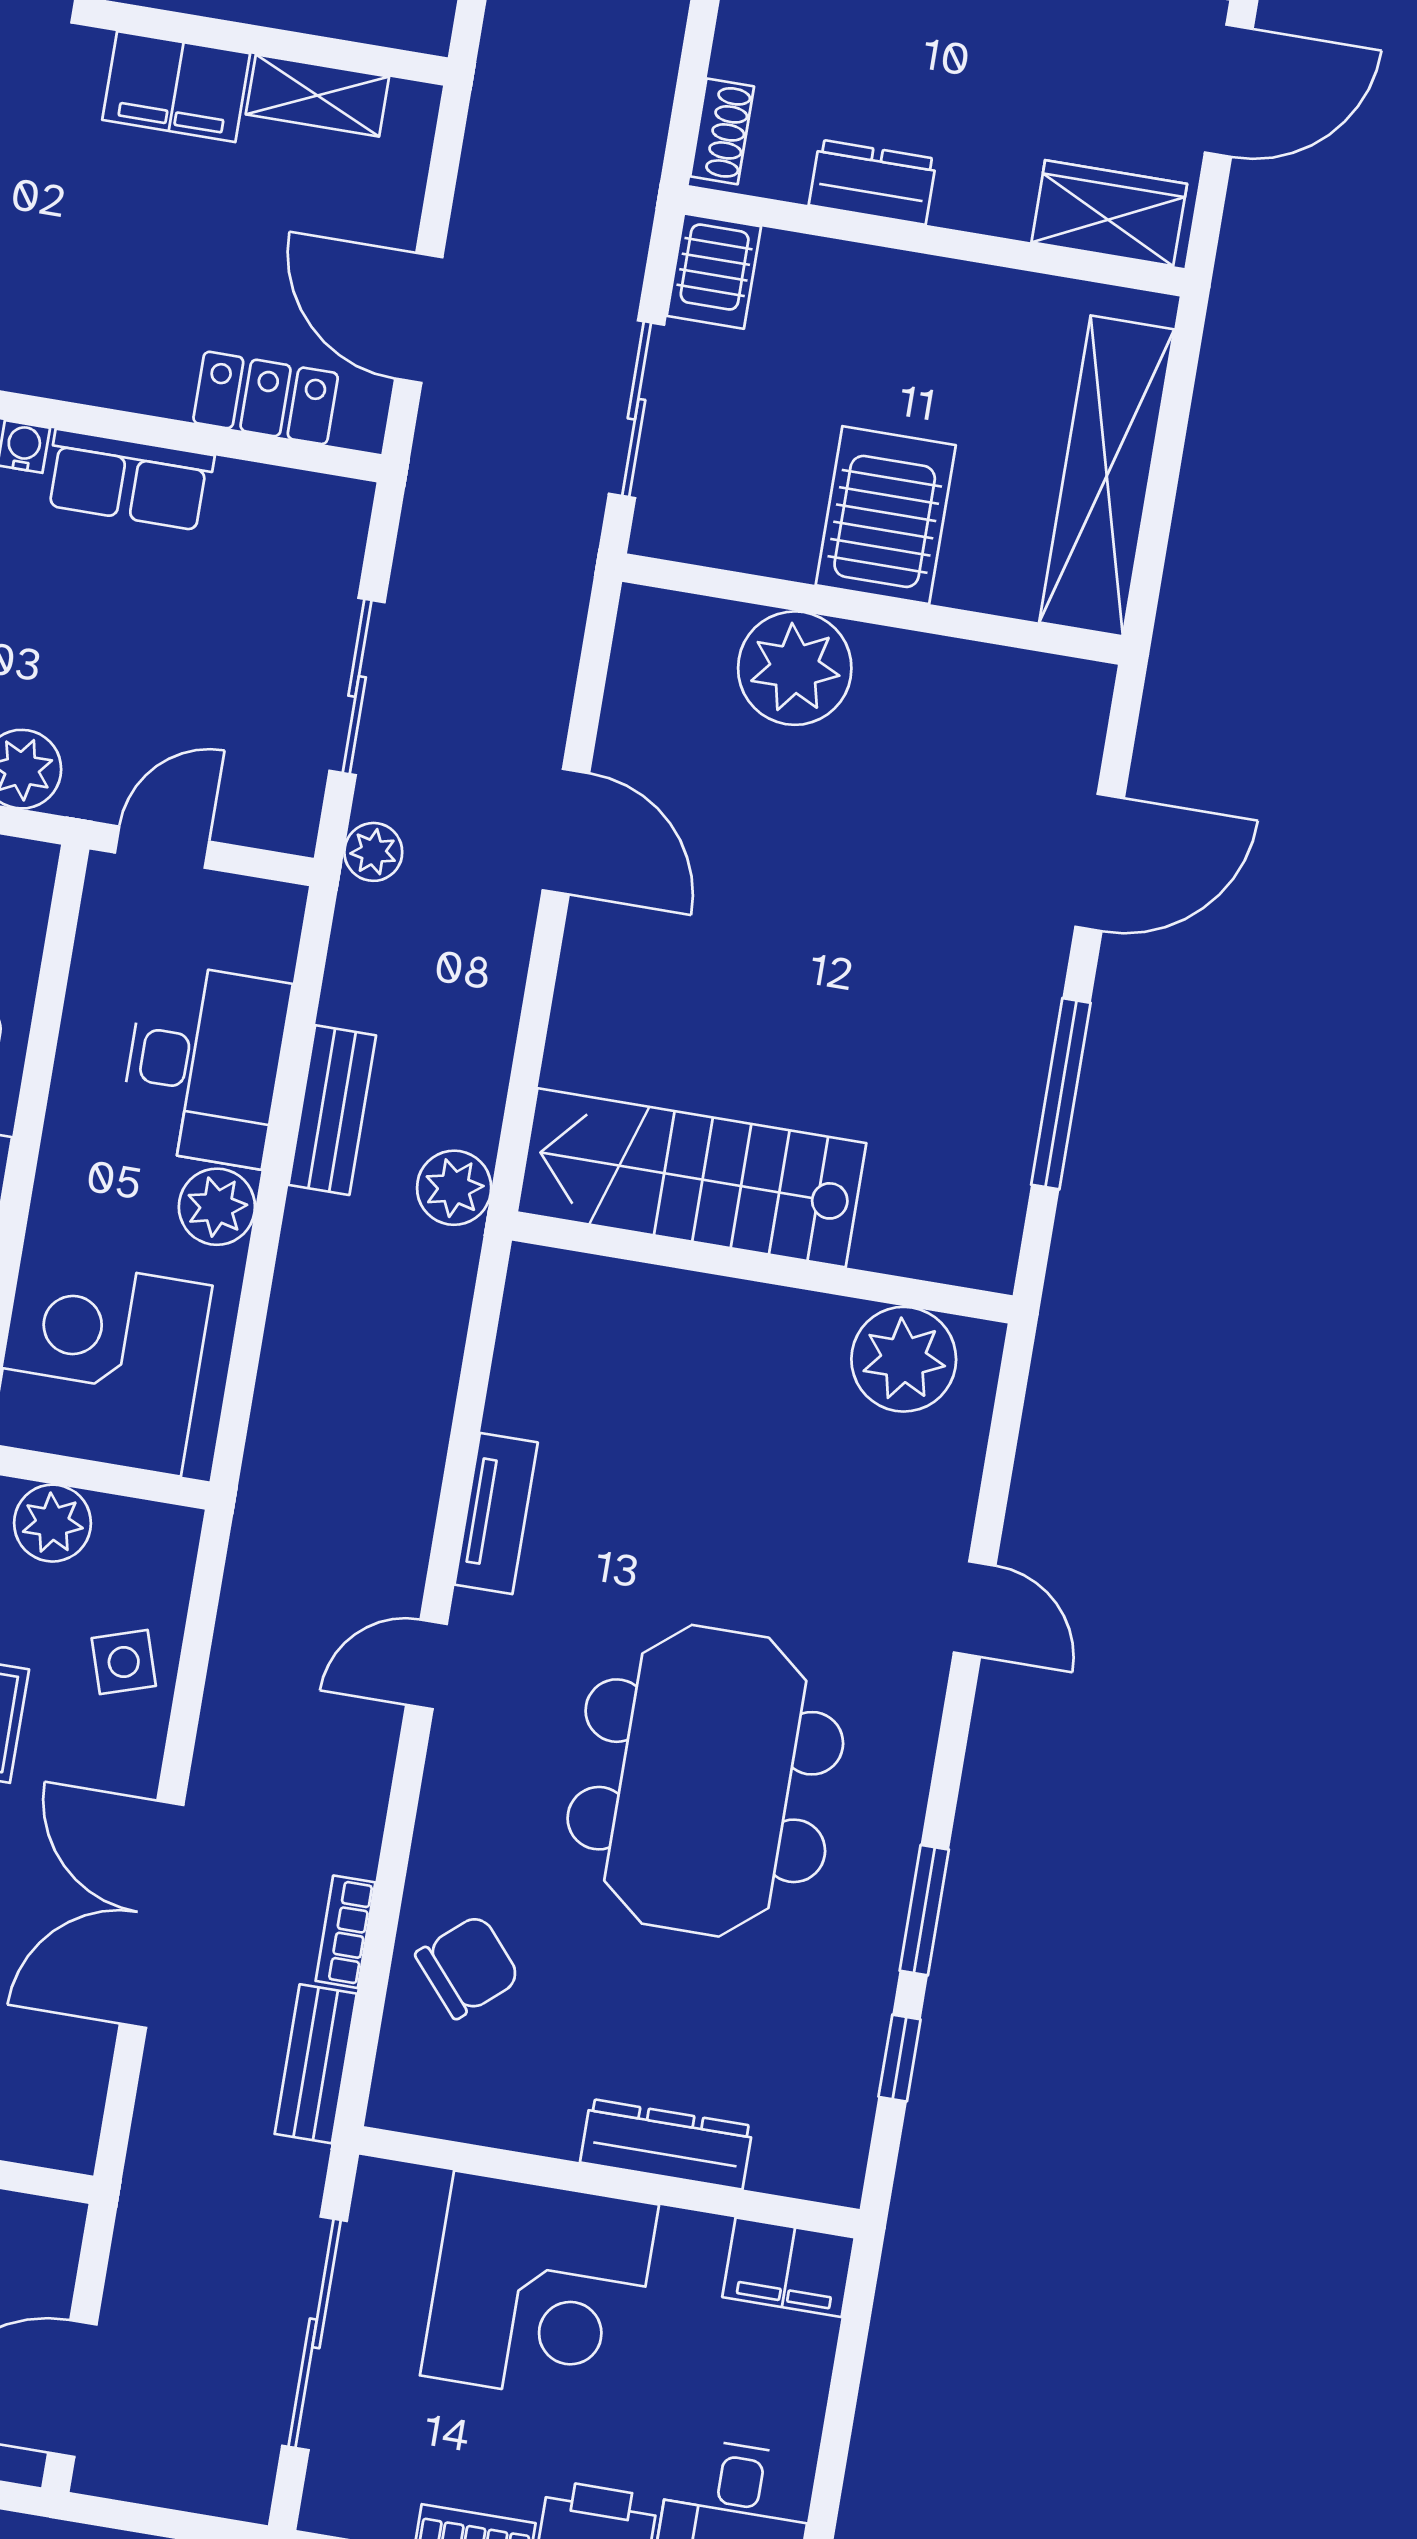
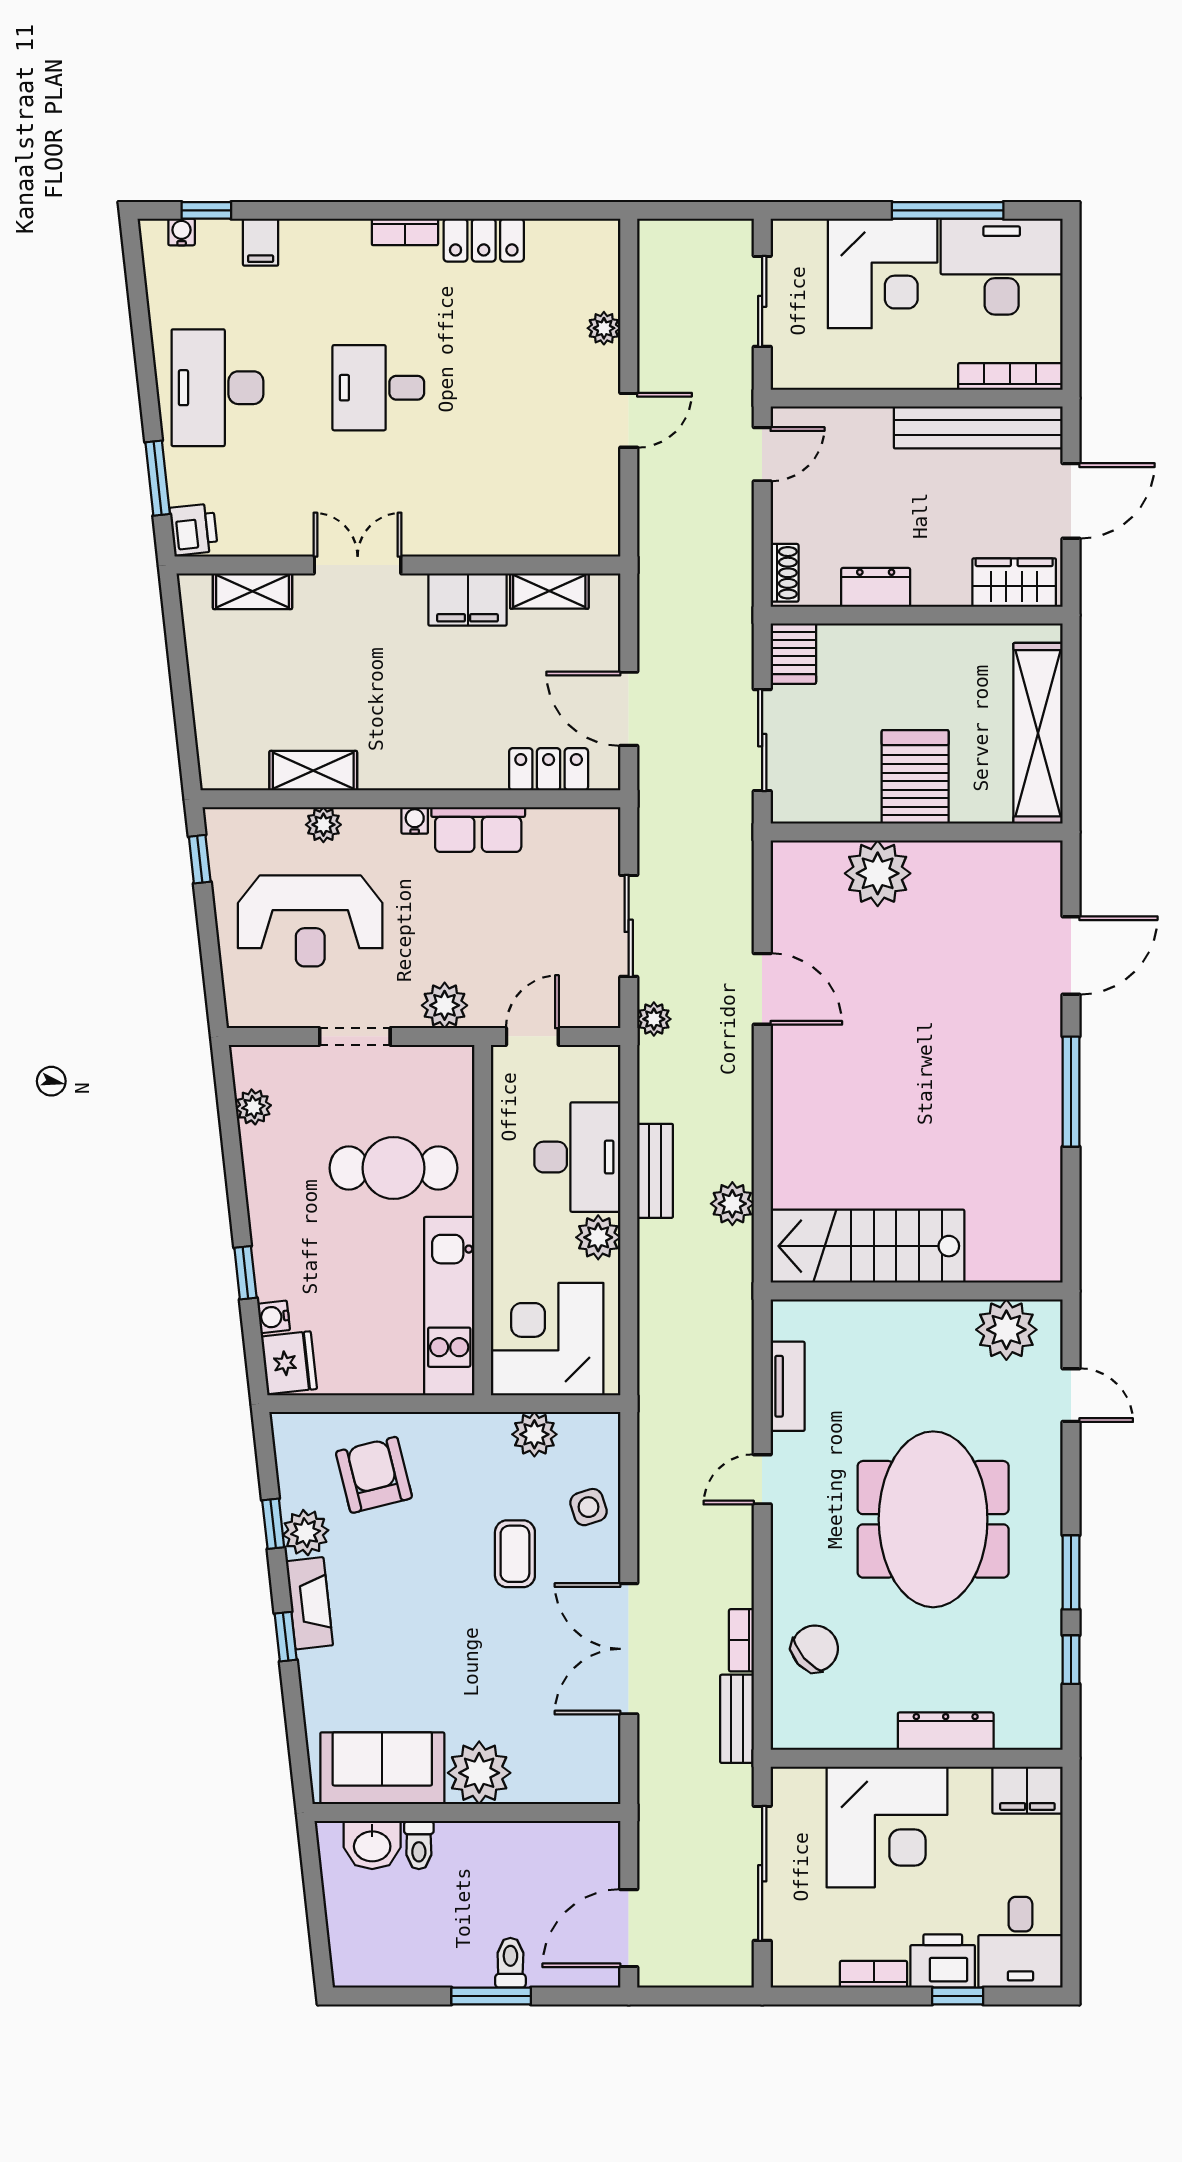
stairs: (692, 1178) -> (867, 1246), moved
wall: (762, 1268) -> (917, 1291), moved
plant: (904, 1359) -> (1006, 1330), moved

